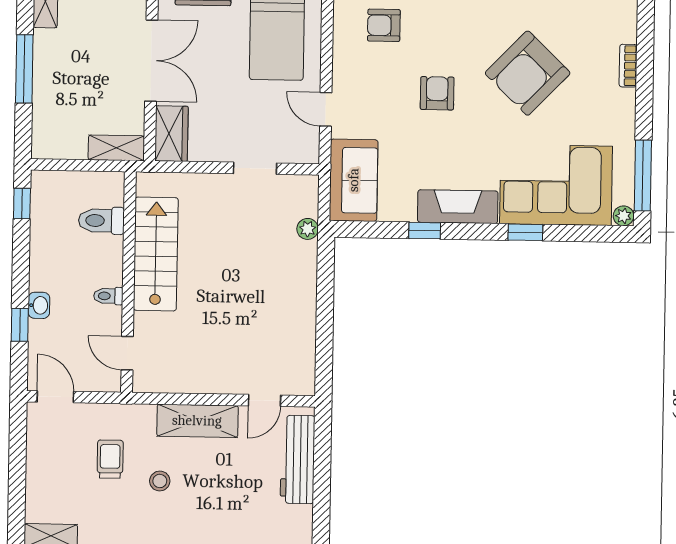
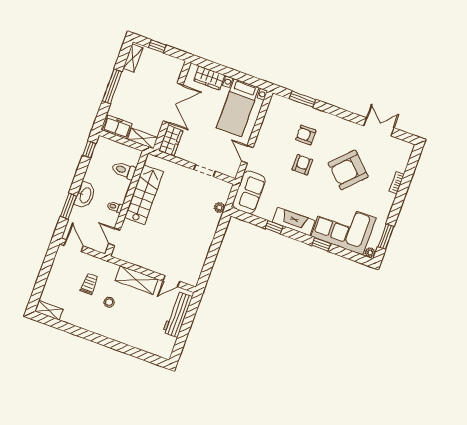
armchair: (384, 25) -> (306, 135), moved
freezer: (60, 143) -> (117, 127), added
window: (643, 175) -> (386, 237), width x0.69
washbasin: (39, 305) -> (85, 195), width x1.91, depth x1.45
window: (20, 325) -> (69, 206), width x1.50

